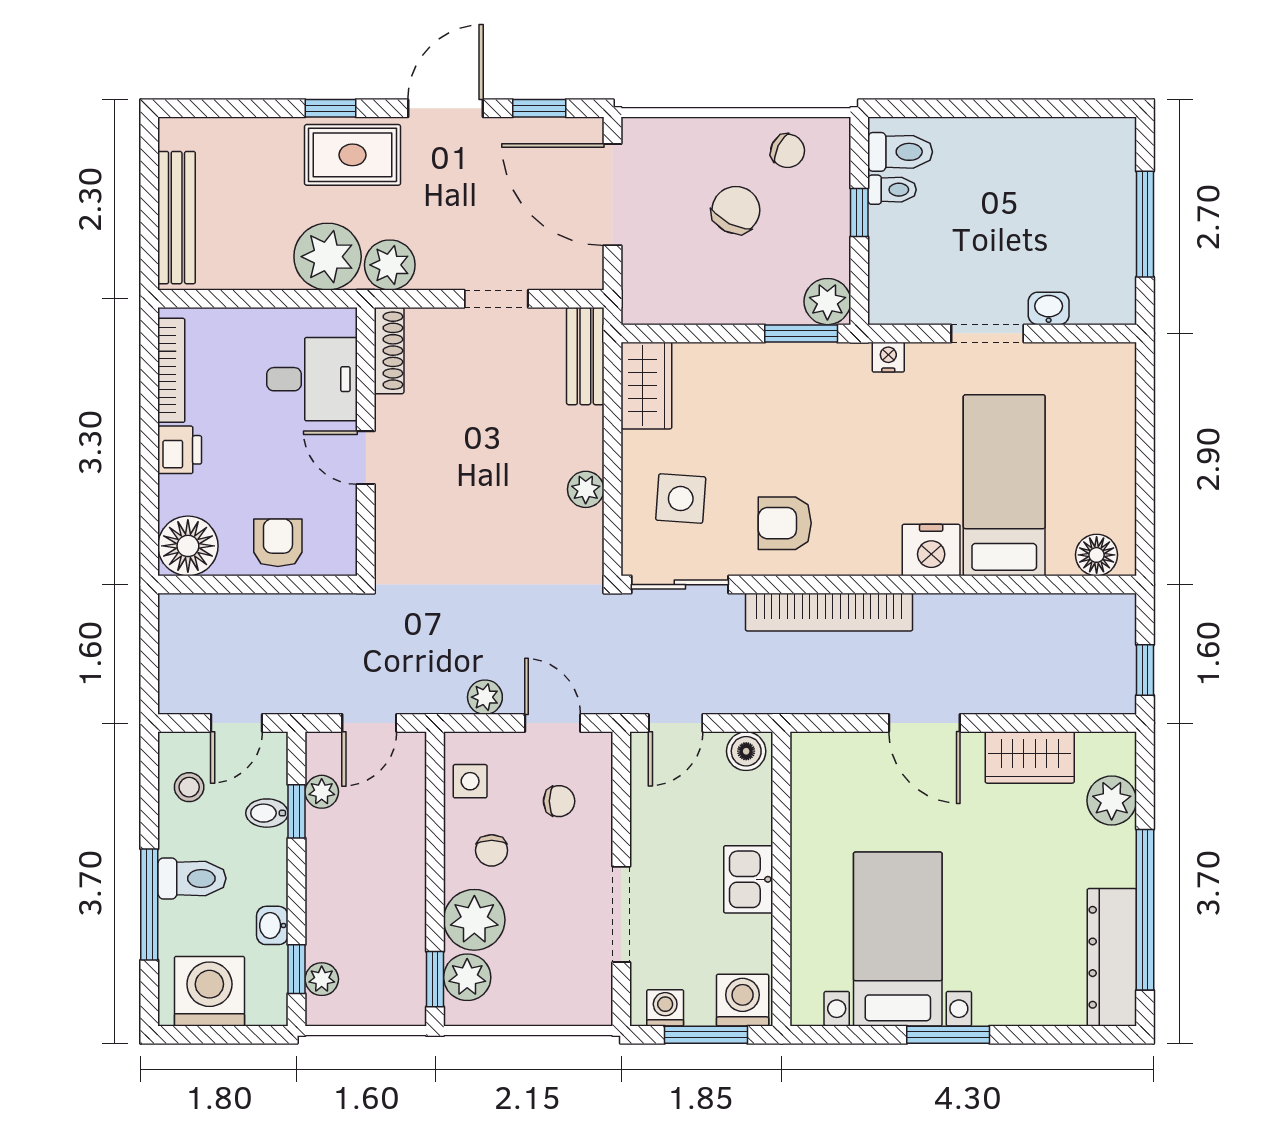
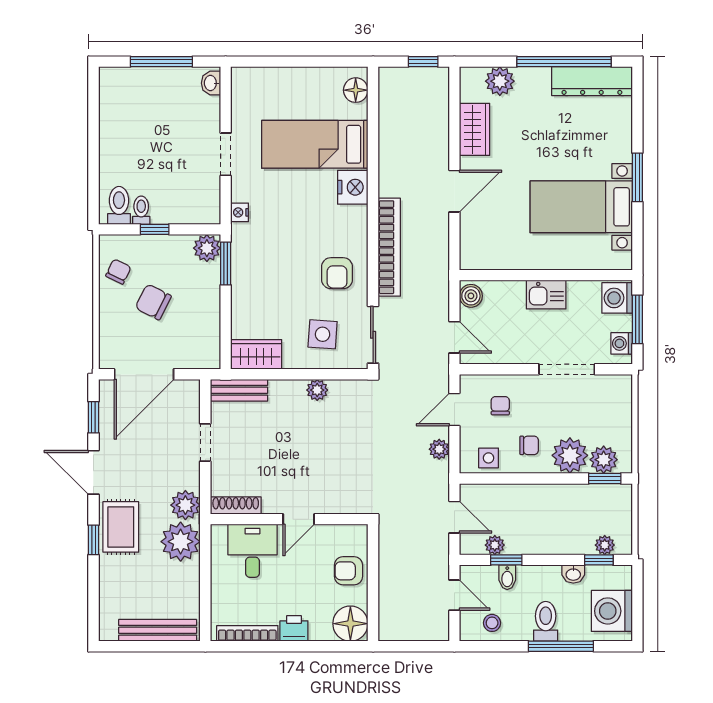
washbasin: (1049, 308) -> (211, 83), moved

